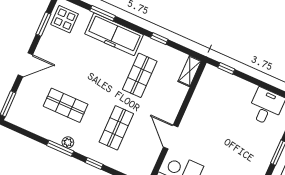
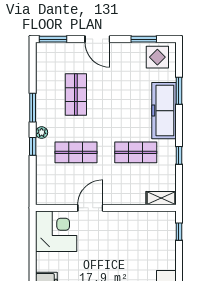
plant: (68, 142) -> (42, 133), moved

